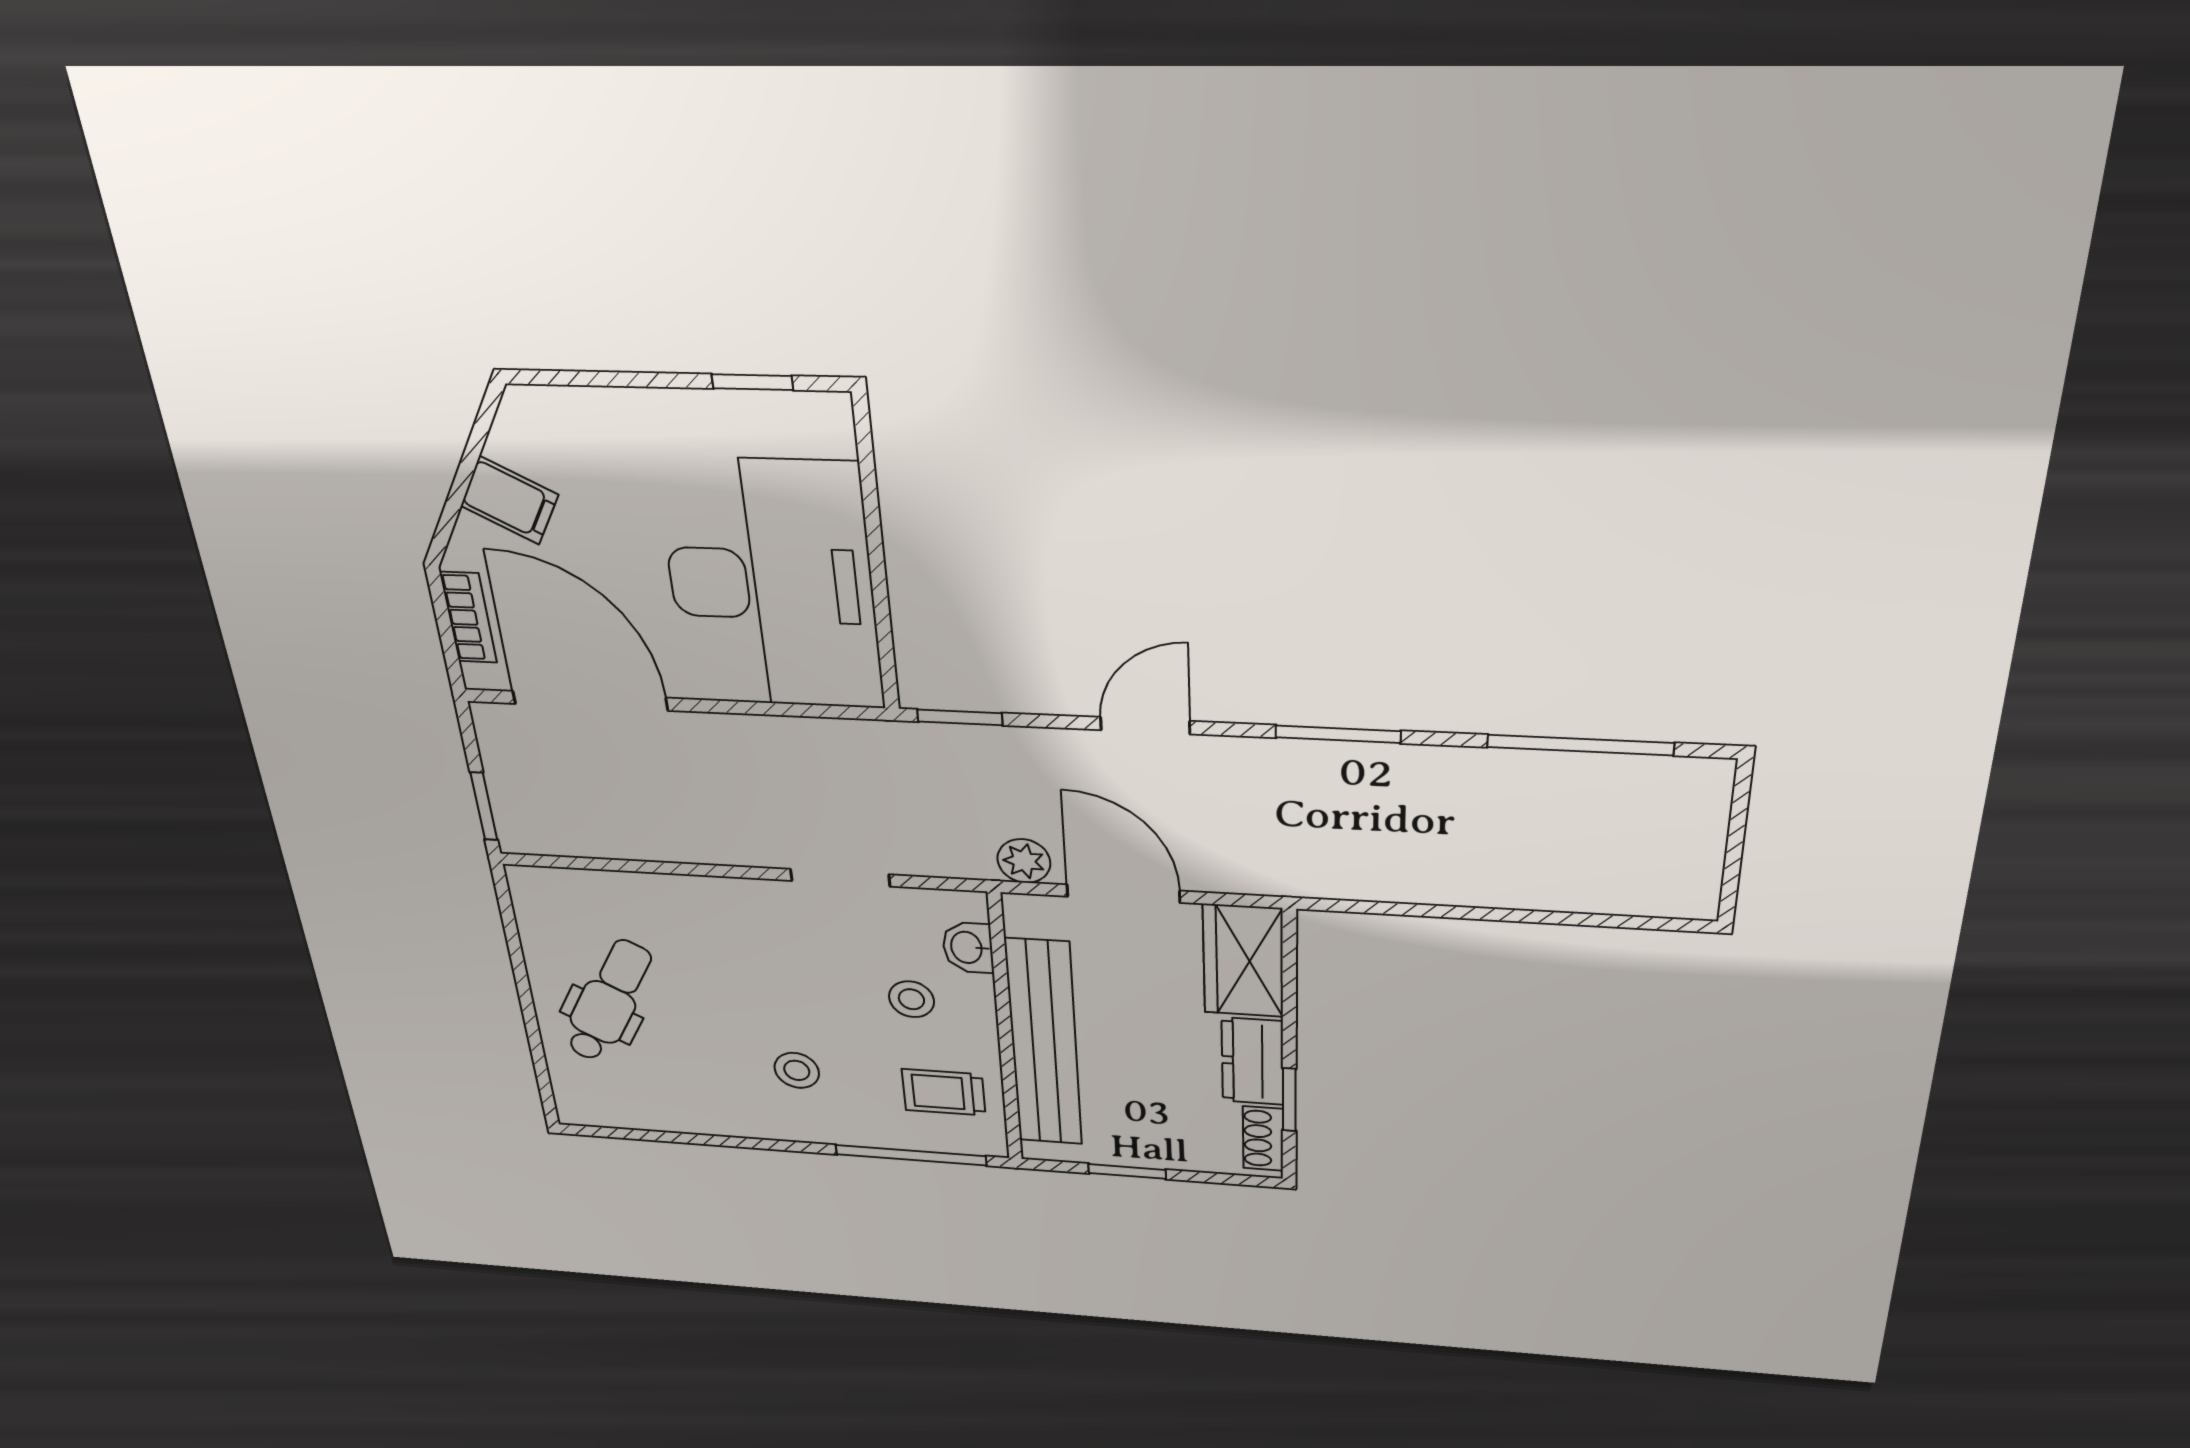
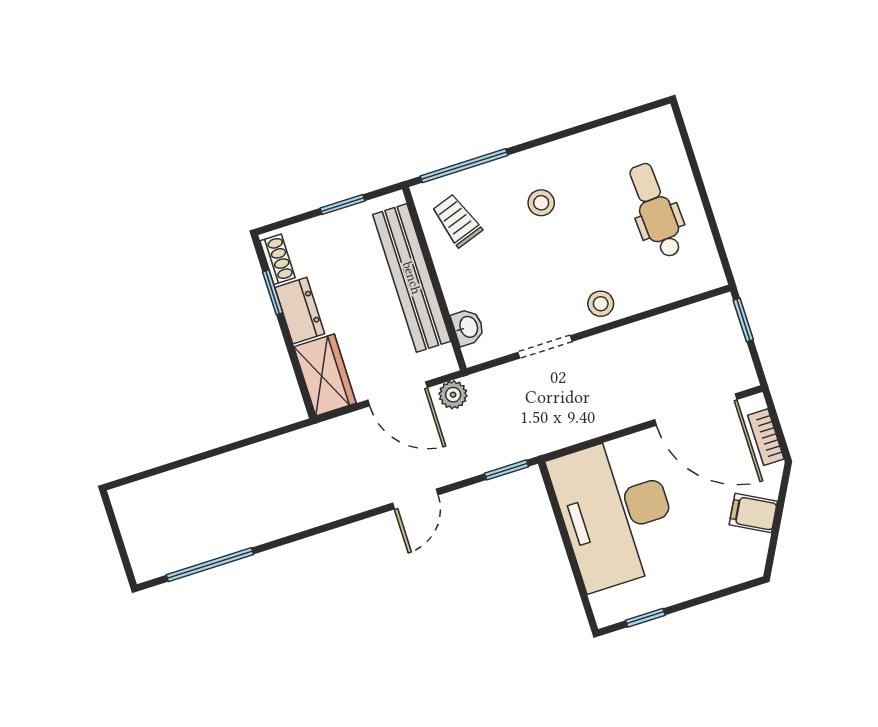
window: (1338, 734) -> (323, 529), removed
stool: (911, 999) -> (601, 304), moved
dental chair: (608, 1001) -> (656, 210), turned 148
trolley: (944, 1092) -> (457, 221), turned -109

